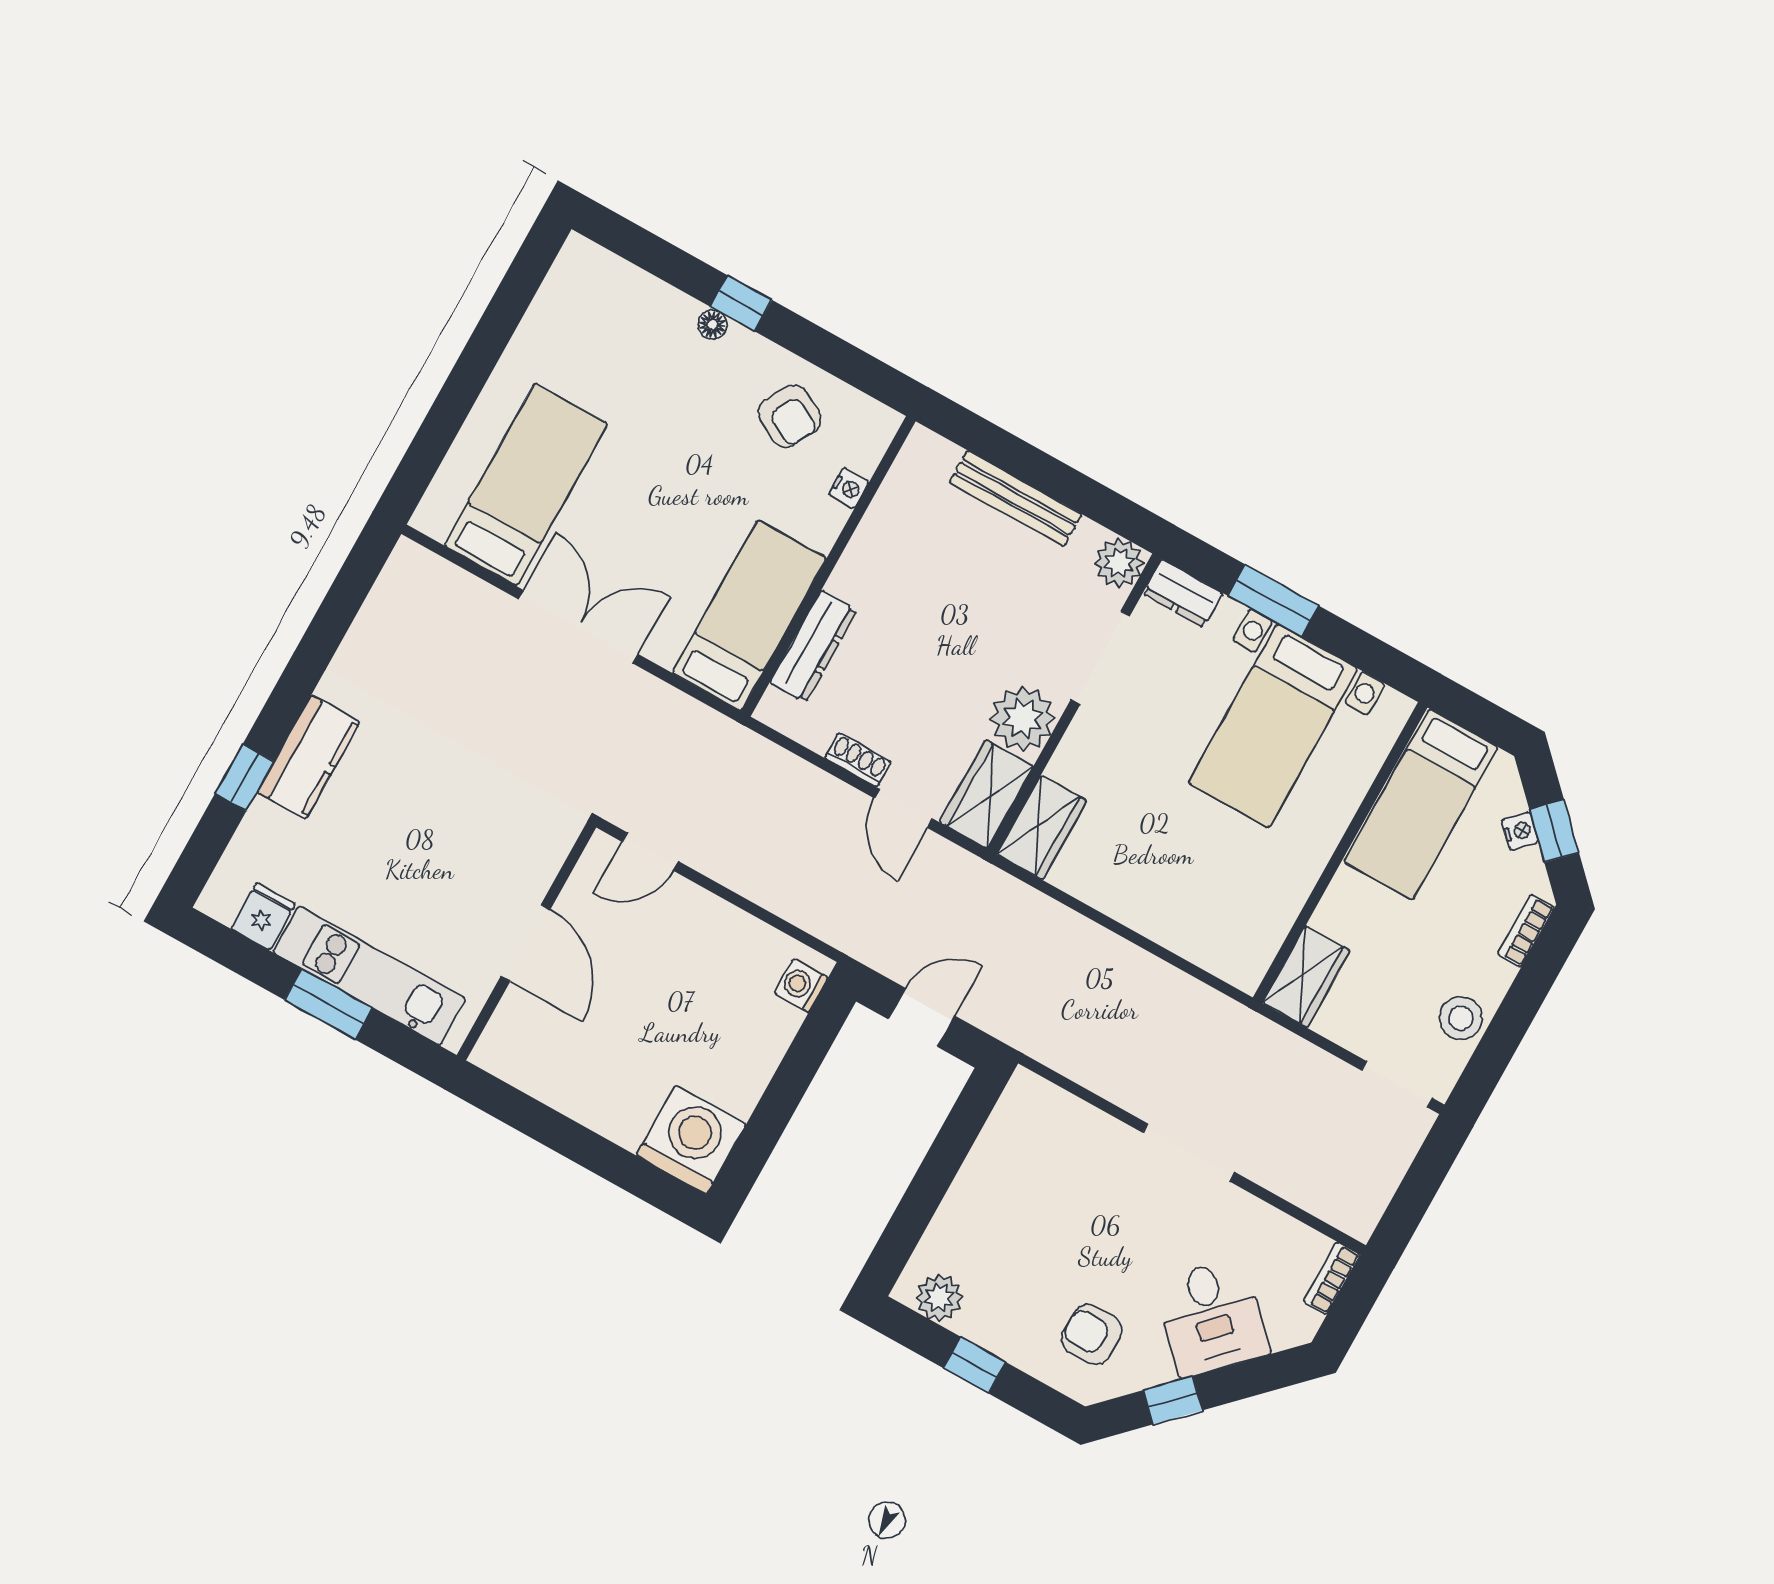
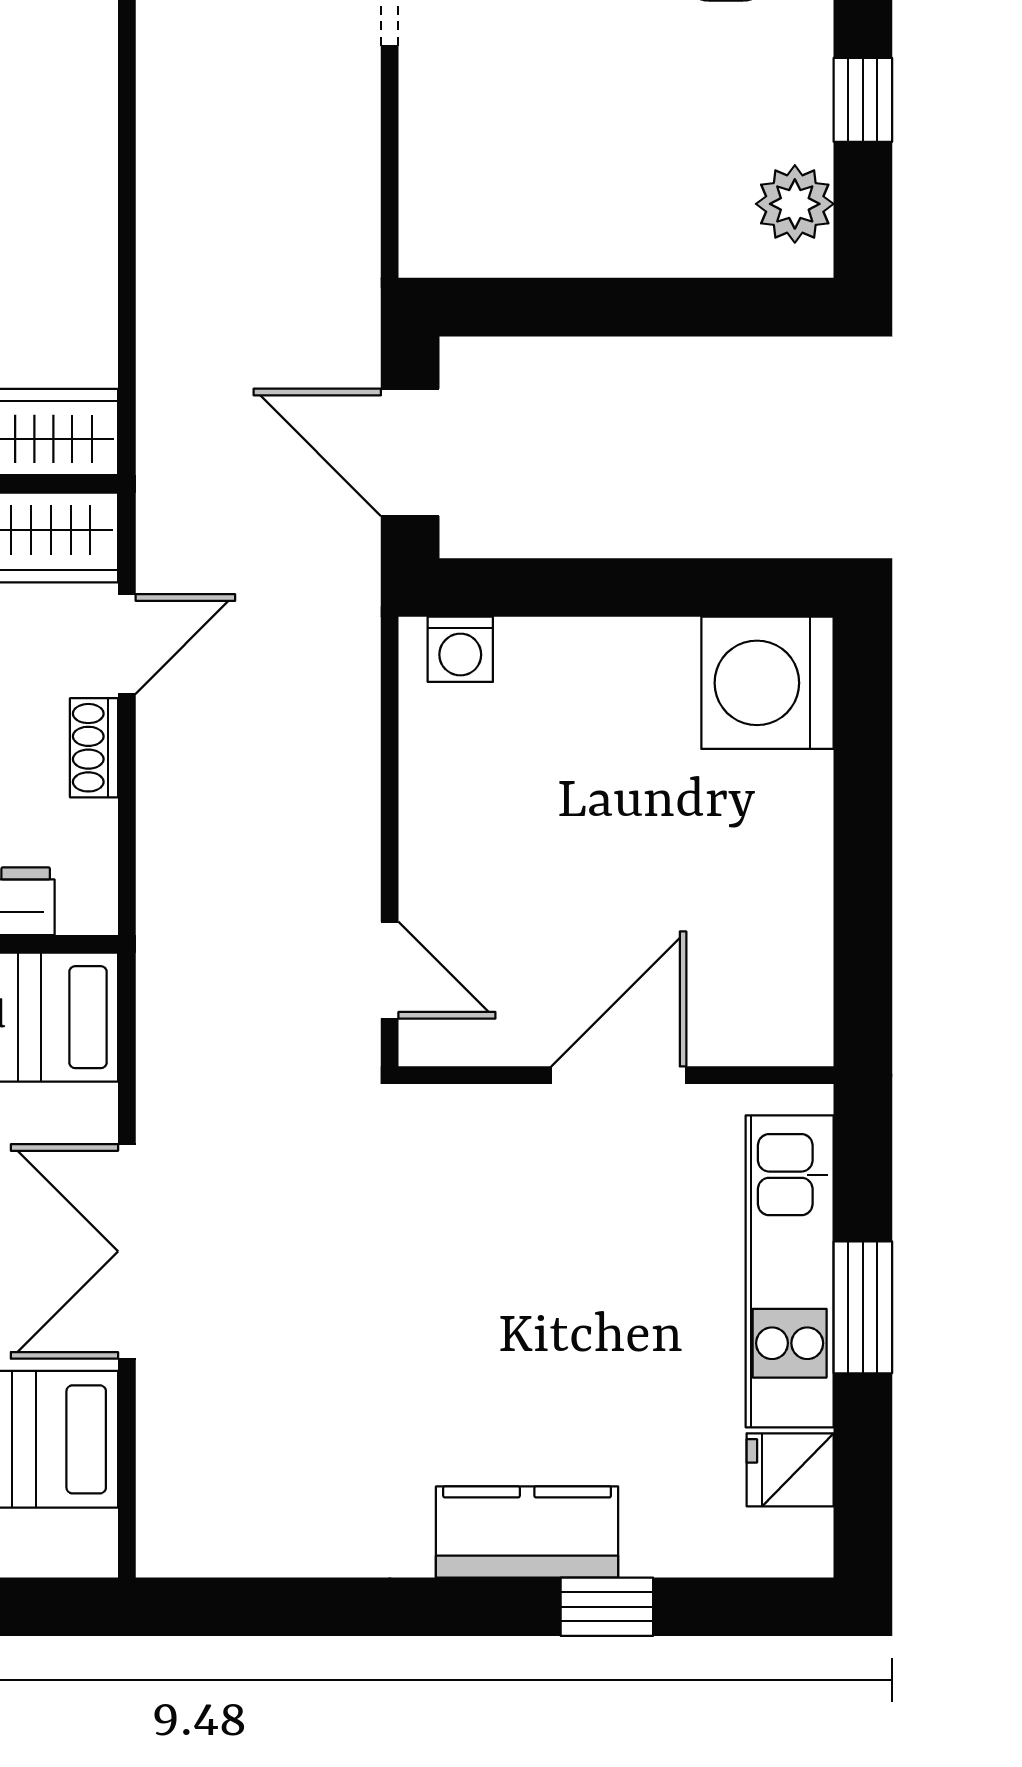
door: (921, 1017) -> (410, 452), width x1.38

